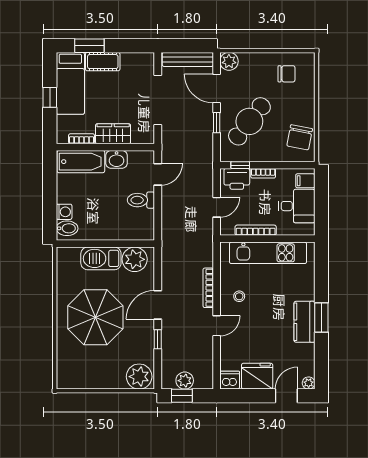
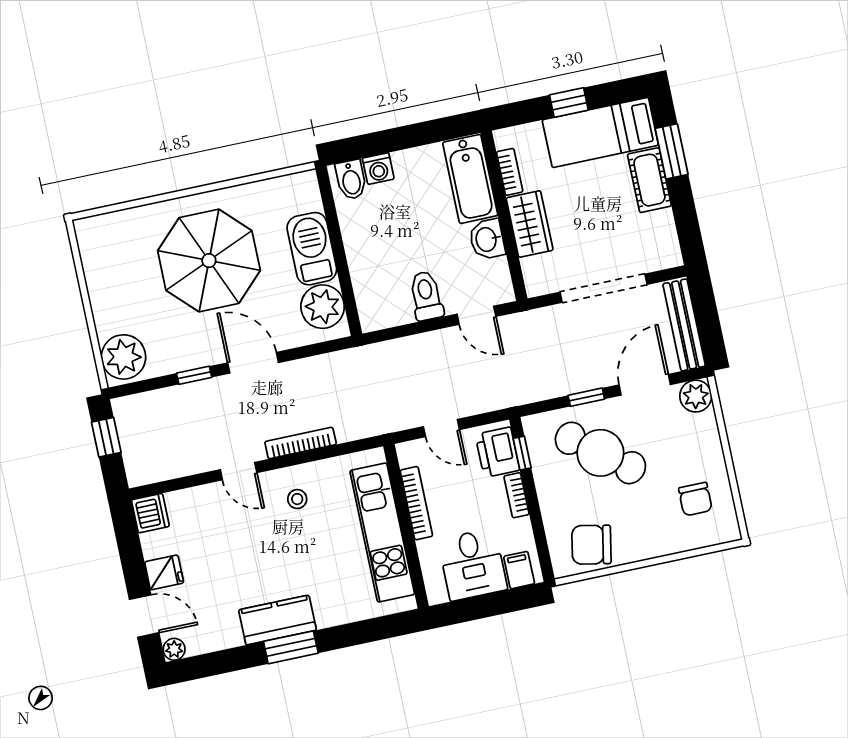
fridge: (257, 376) -> (164, 572), width x0.53, depth x0.75
plant: (185, 381) -> (133, 436), removed

